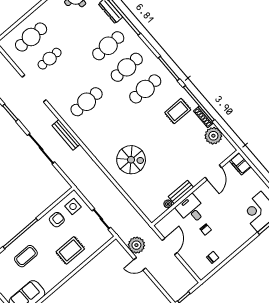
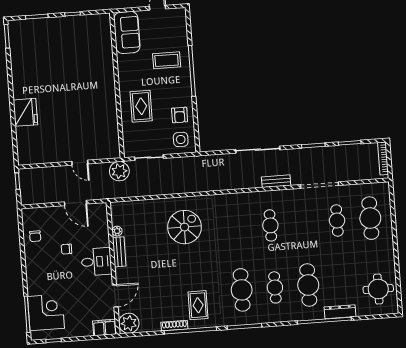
cafe table: (127, 67) -> (275, 287), width x0.73, depth x0.74
cafe table: (87, 102) -> (270, 225), width x0.73, depth x0.74
bench: (66, 135) -> (276, 181), moved, width x0.73
plant: (213, 136) -> (129, 323), moved
spiral stairs: (131, 160) -> (185, 227), turned 180
door: (213, 172) -> (115, 296), swing flipped
desk: (191, 209) -> (96, 262), moved
plant: (136, 245) -> (119, 171), moved
coffee table: (26, 256) -> (167, 60), turned 90
door: (140, 264) -> (80, 163), swing flipped

